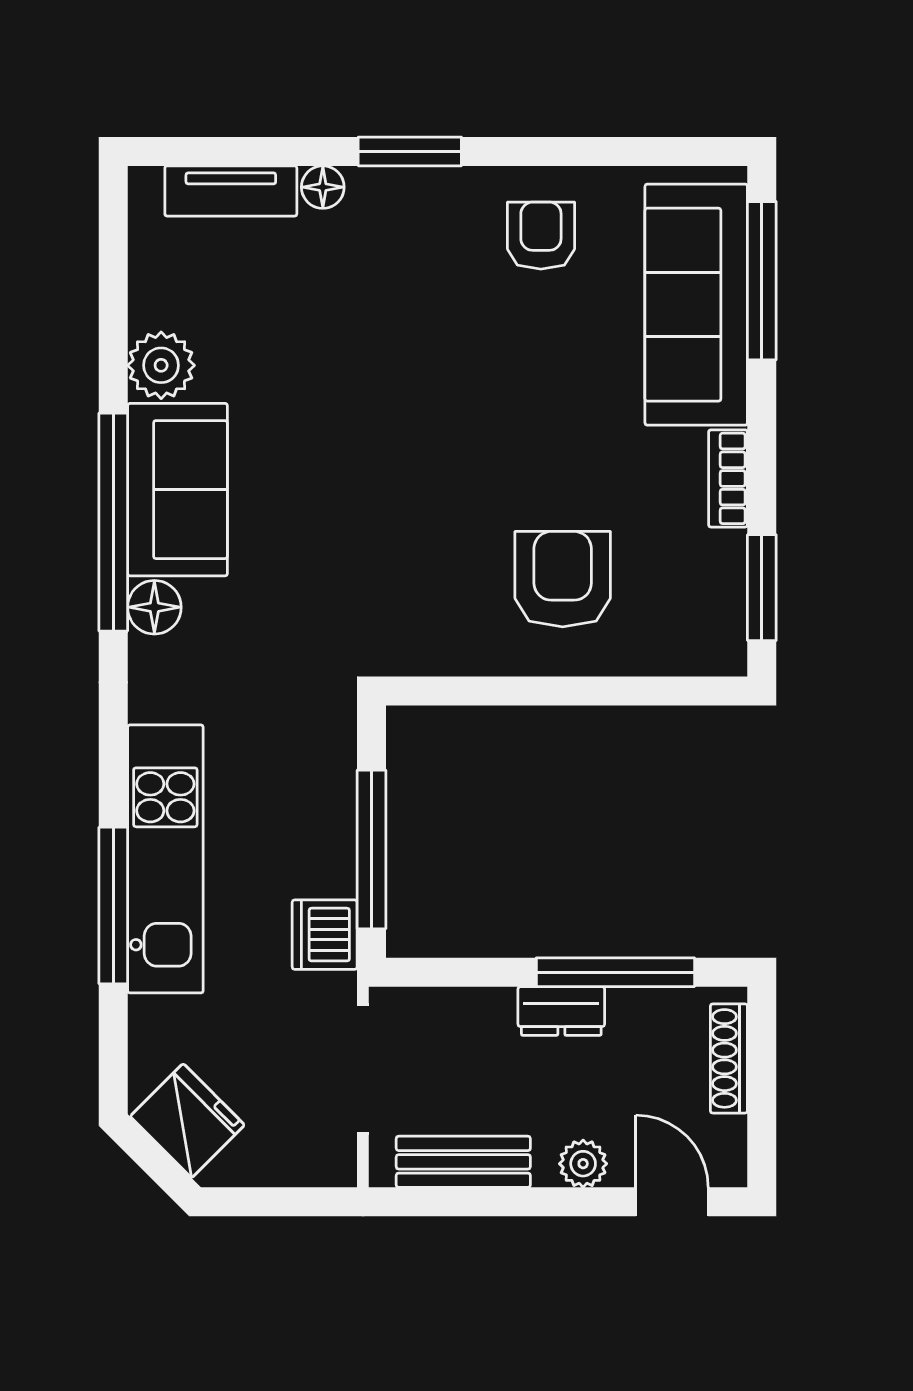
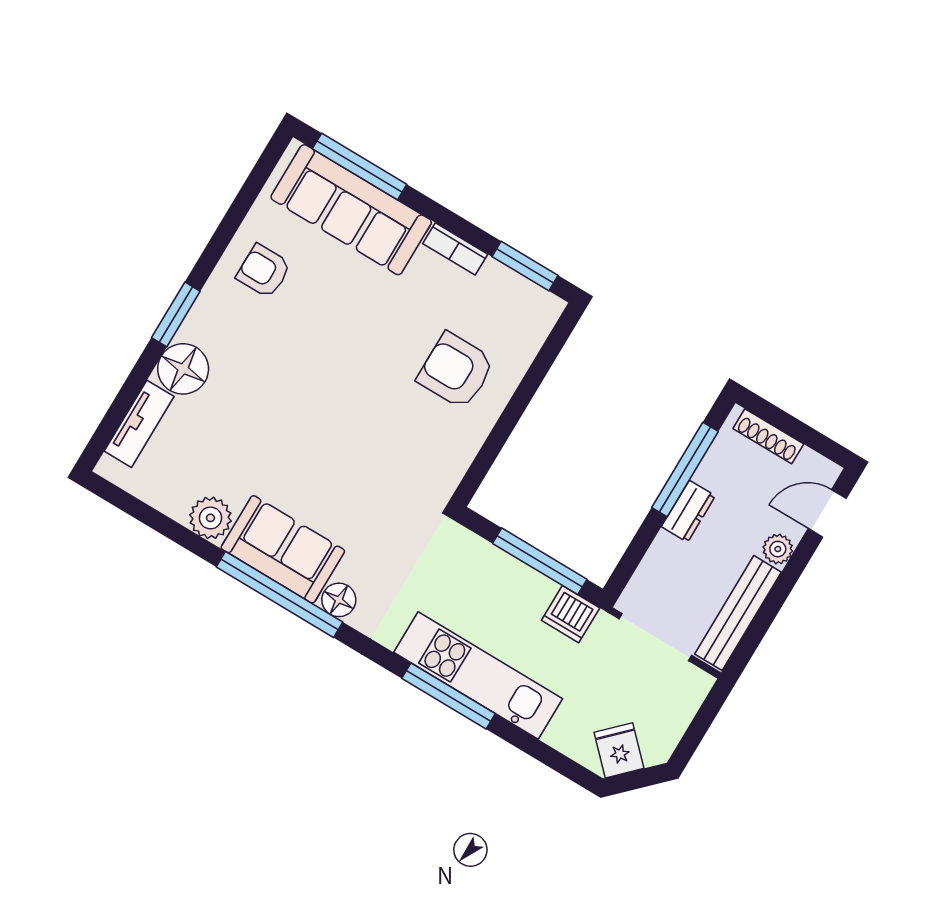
floor lamp: (323, 187) -> (183, 369), width x1.89, depth x1.89
window: (113, 906) -> (449, 696), moved
fridge: (187, 1121) -> (619, 750), width x0.72
bench: (463, 1162) -> (738, 613), width x1.36

